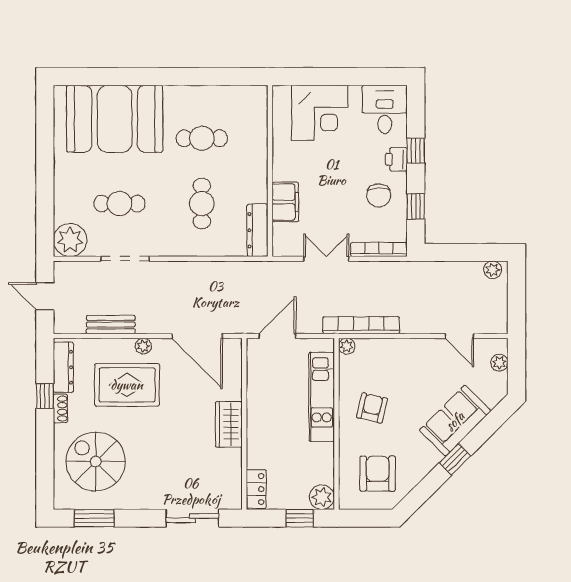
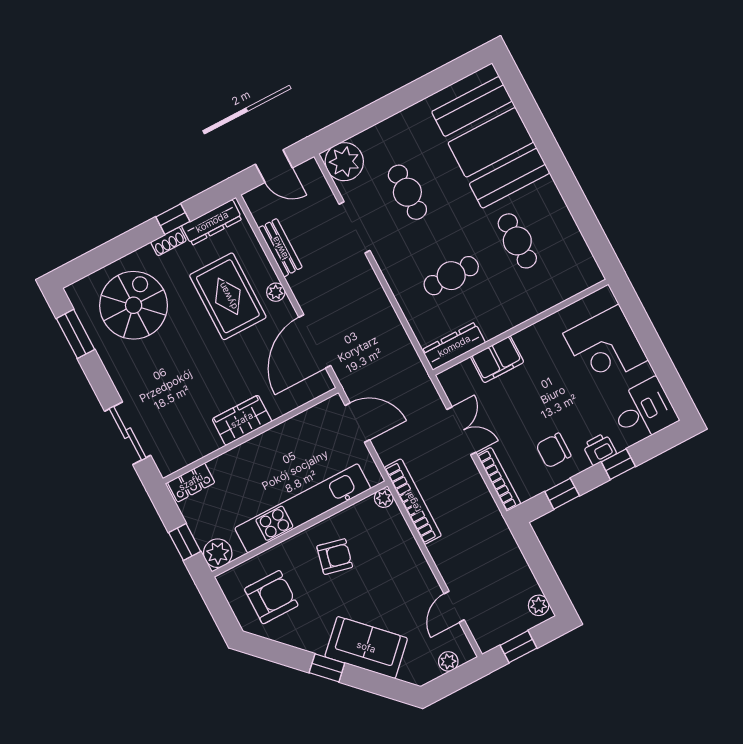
door: (45, 296) -> (274, 166), swing flipped
window: (516, 302) -> (518, 647), added
kitchen unit: (322, 397) -> (303, 508), width x1.36

